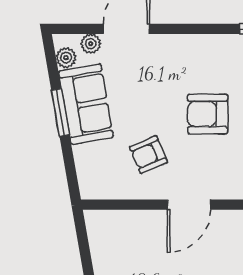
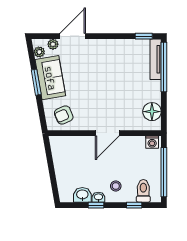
armchair: (208, 114) -> (117, 83), removed
armchair: (149, 155) -> (64, 115), moved

